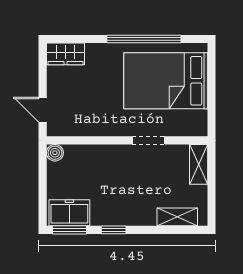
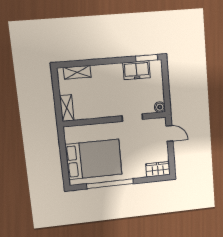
doorway: (149, 140) -> (132, 118), moved
freezer: (69, 213) -> (137, 70), moved
window: (114, 230) -> (118, 60), removed

